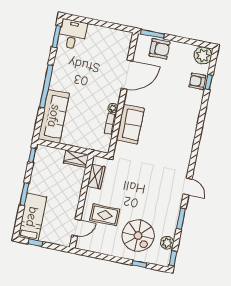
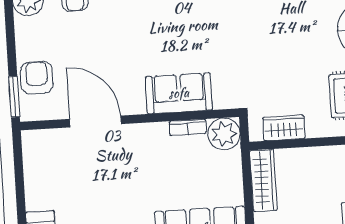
plant: (113, 108) -> (224, 134), moved, width x1.88, depth x1.88
wardrobe: (76, 159) -> (263, 180), width x1.50

